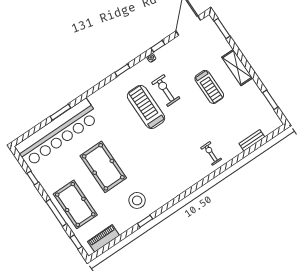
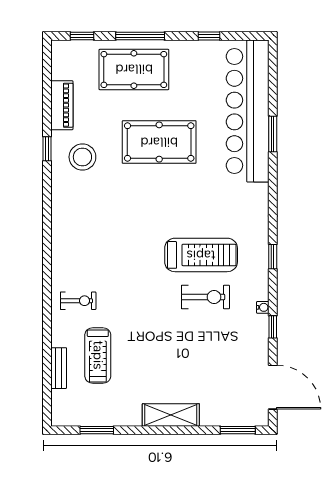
treadmill: (209, 87) -> (98, 355), moved, turned -90
piano: (104, 238) -> (62, 105), moved

